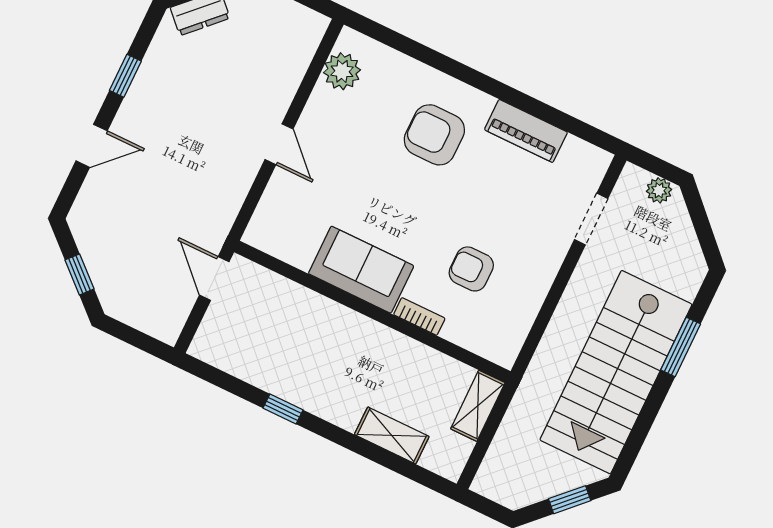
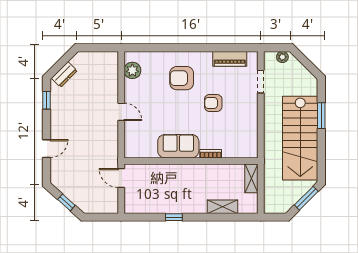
window: (125, 76) -> (46, 100), moved
piano: (526, 131) -> (230, 59), moved
armchair: (471, 269) -> (213, 103), moved
window: (570, 500) -> (306, 198), width x1.50

